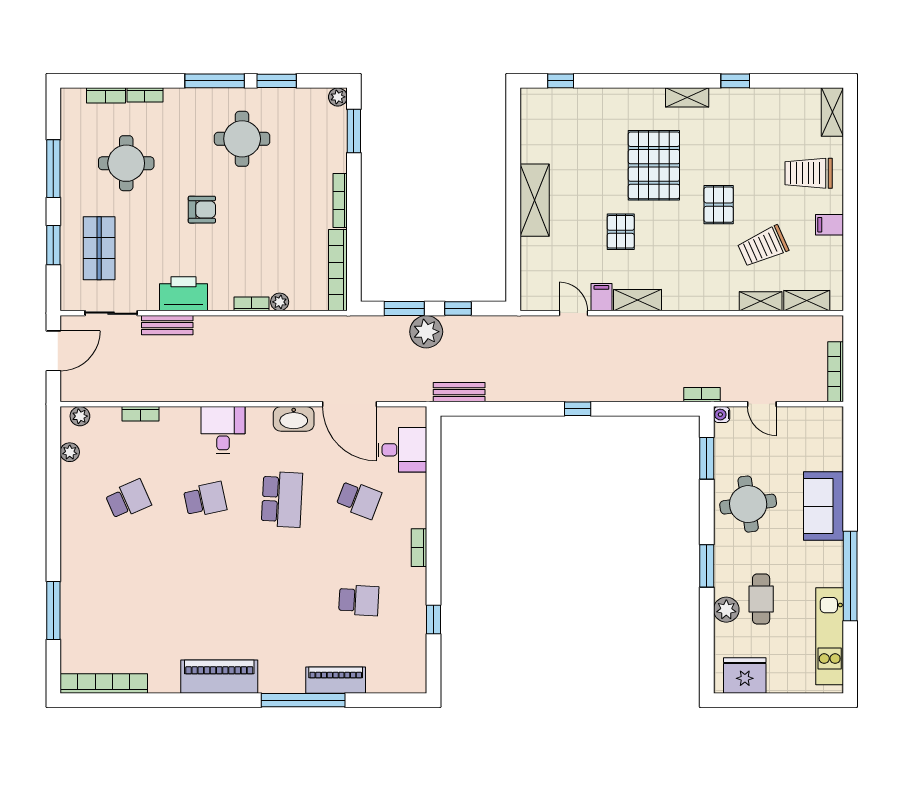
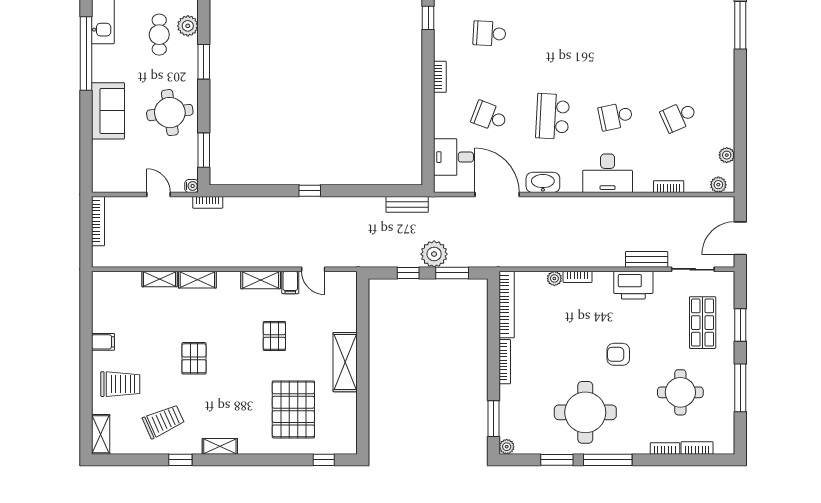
round table: (242, 139) -> (585, 412), width x1.36, depth x1.36
pallet: (654, 165) -> (293, 409), moved
trolley: (763, 246) -> (163, 421), moved
shelving: (807, 301) -> (197, 280), moved
desk: (223, 430) -> (608, 173), width x1.37

